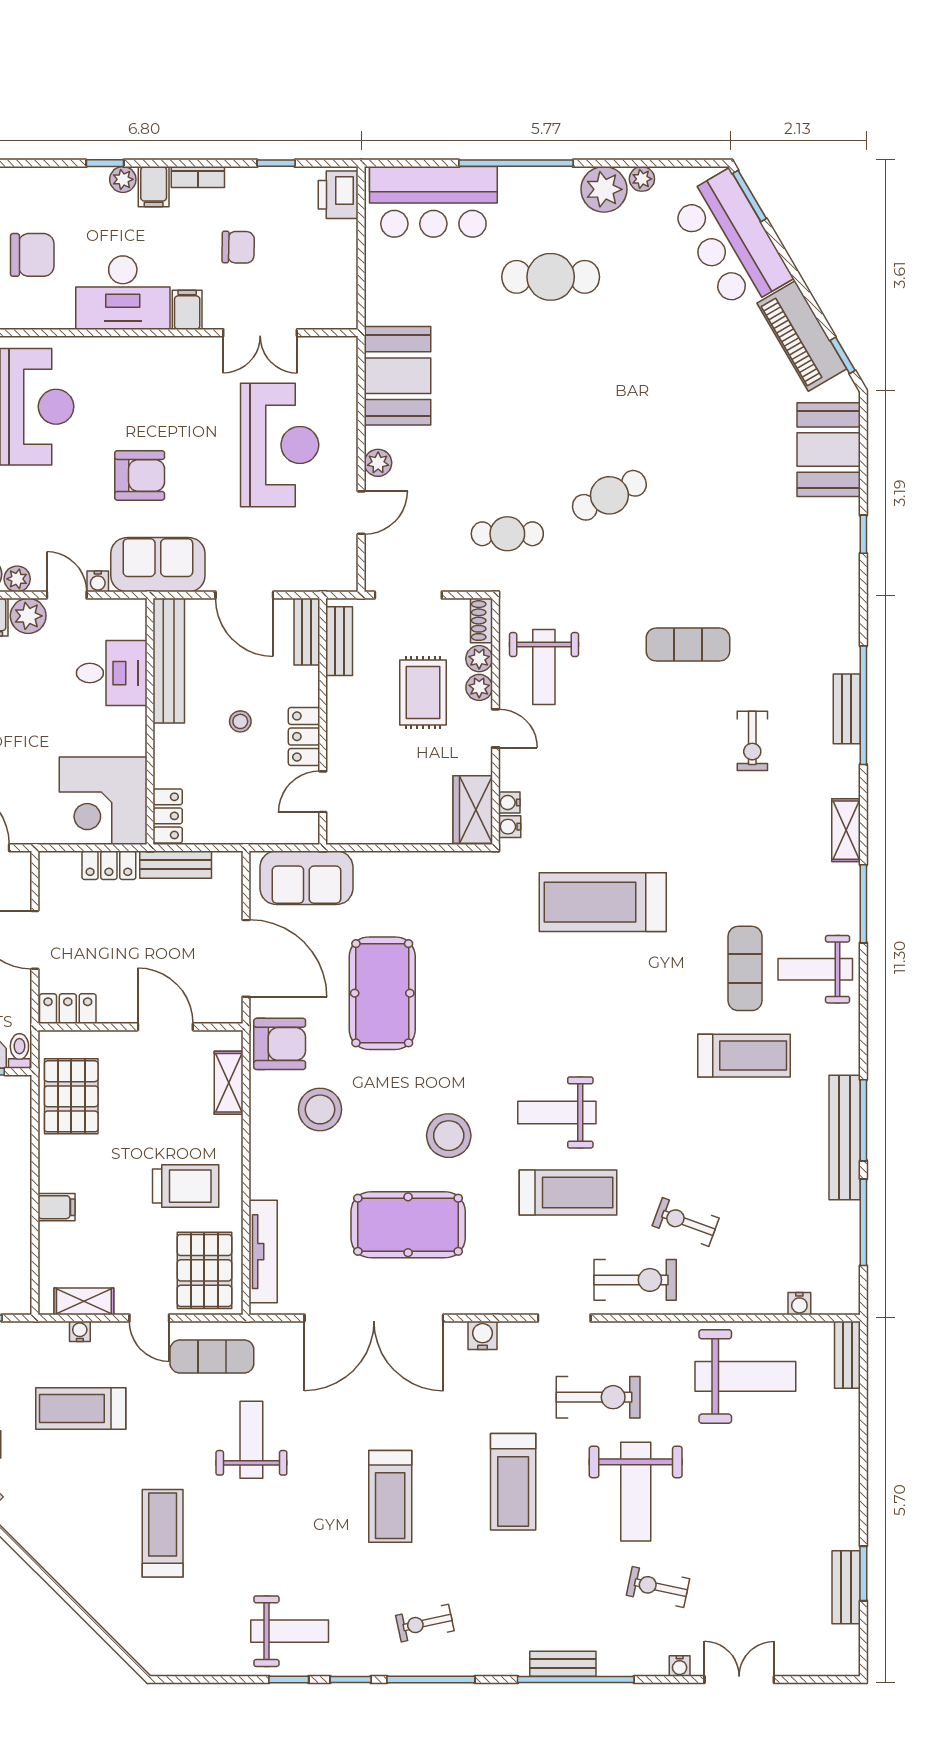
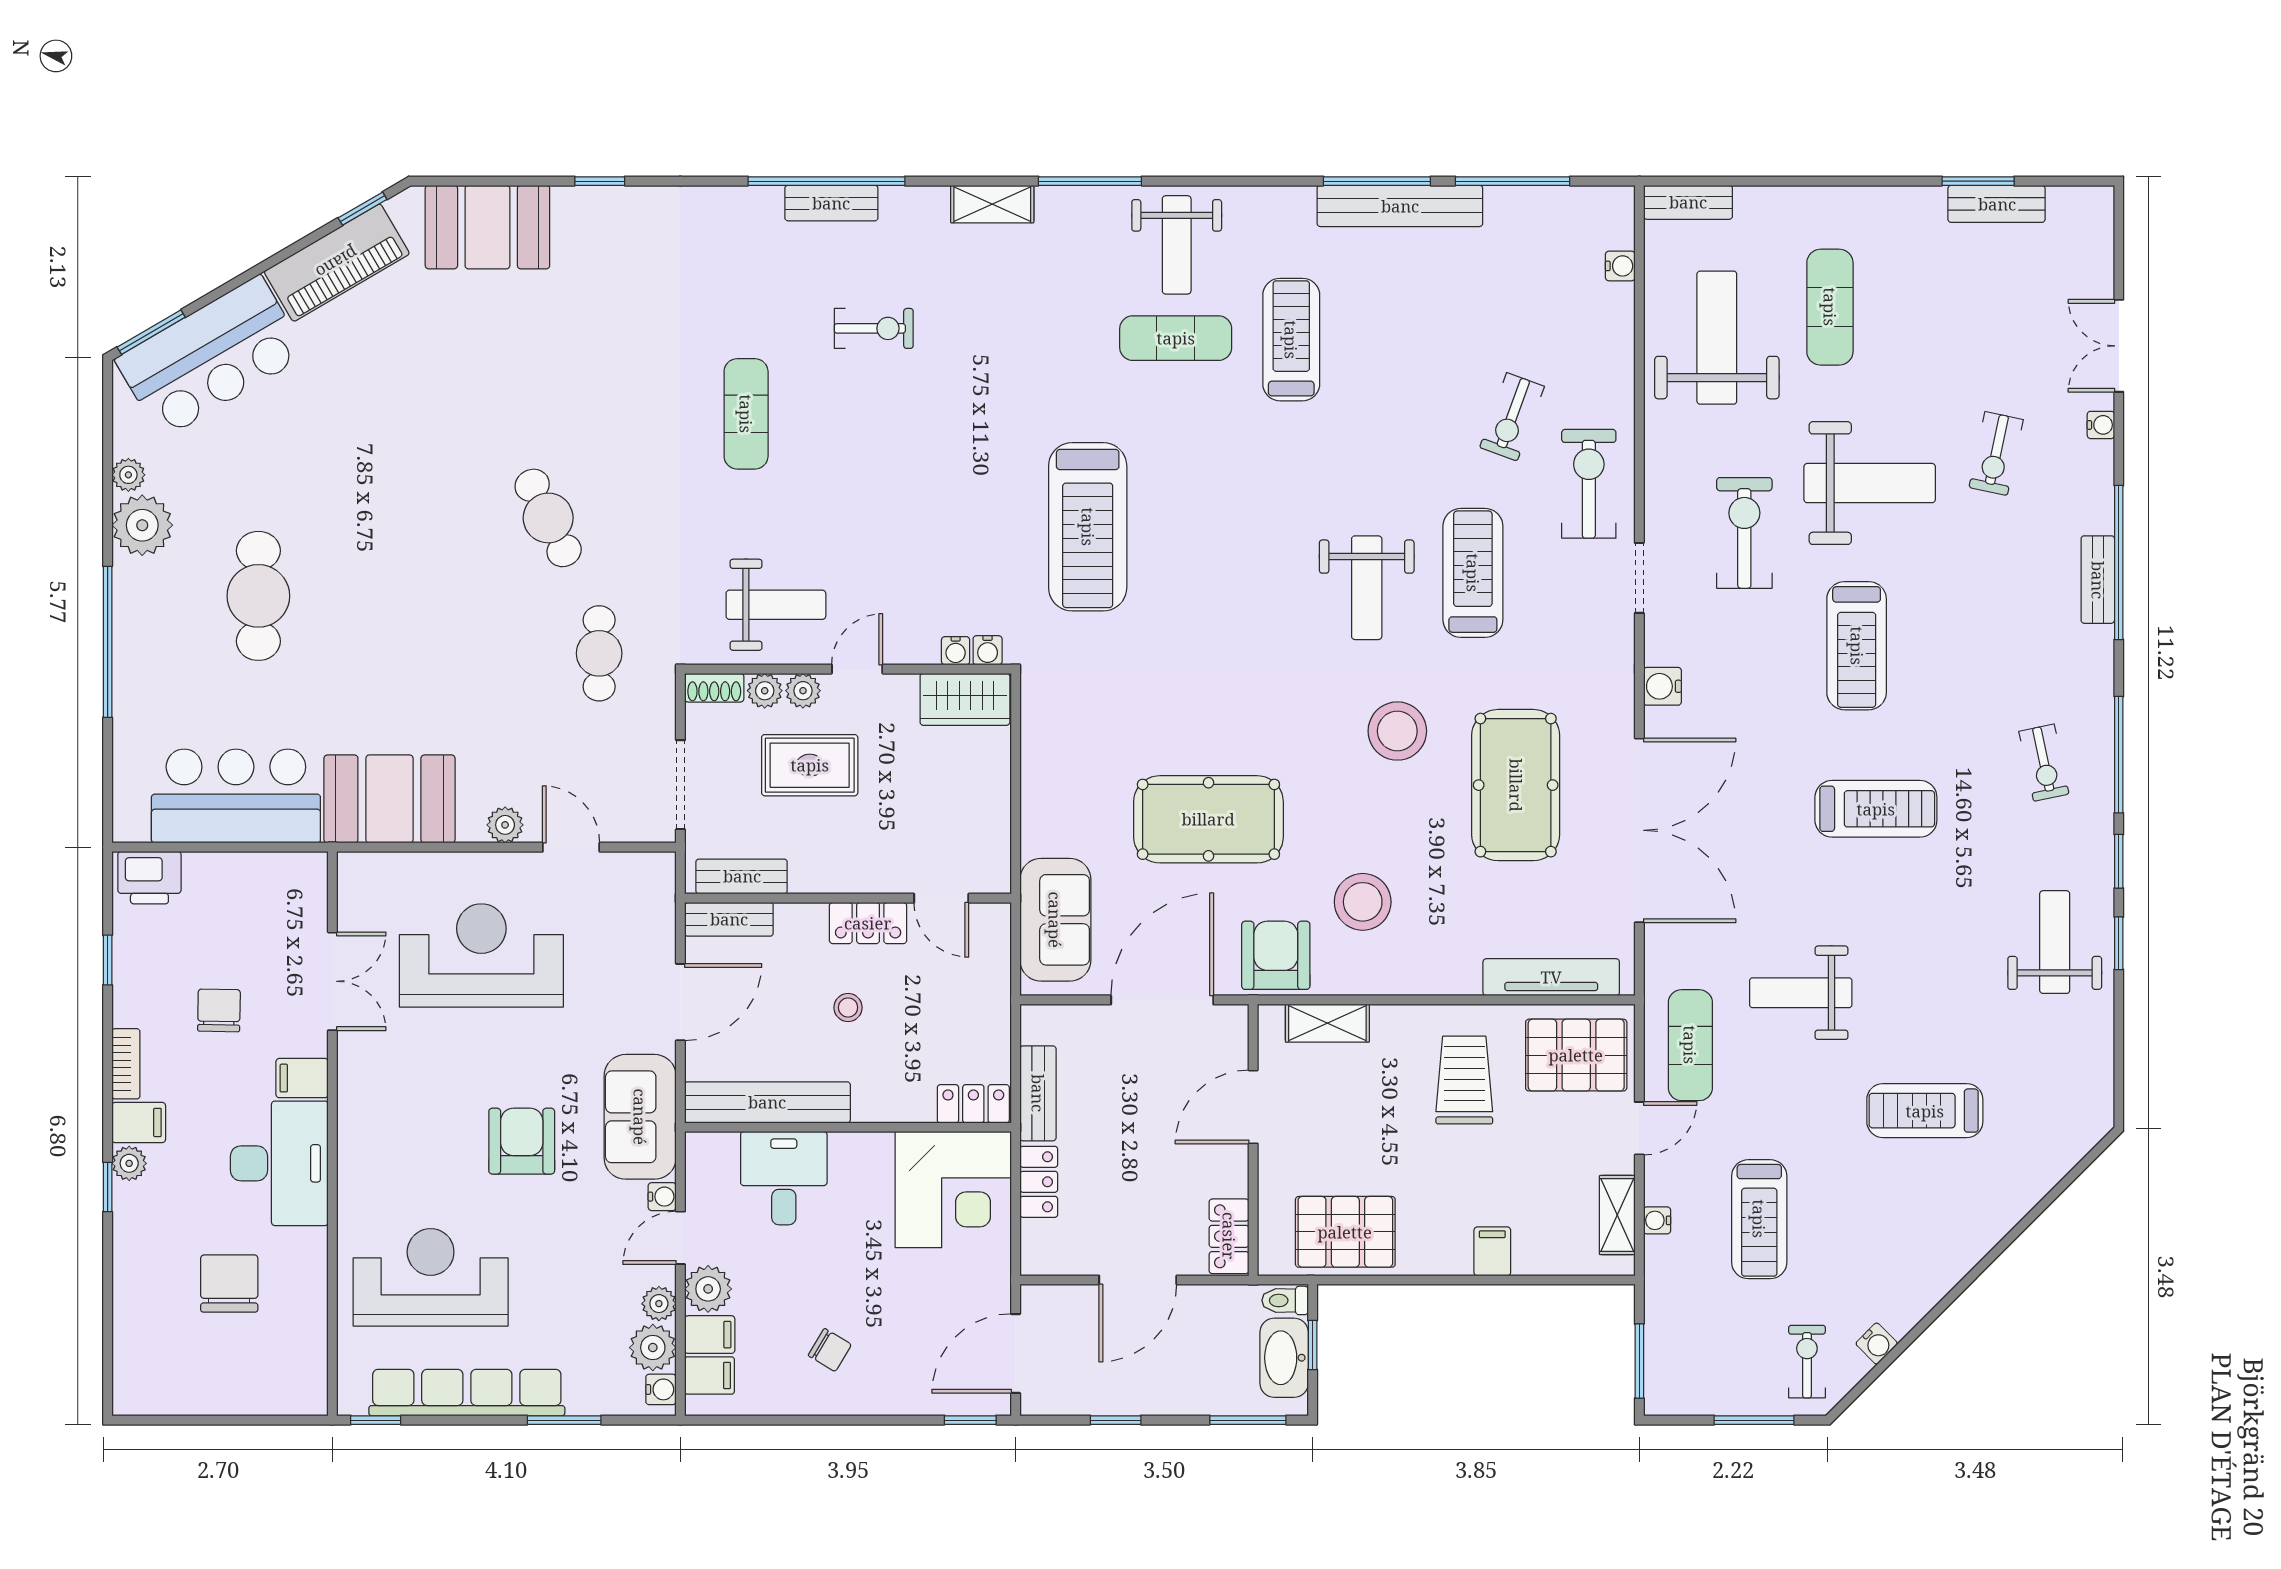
bar counter: (433, 202) -> (236, 796), moved, turned -90
exercise mat: (768, 1462) -> (1830, 307), added
treadmill: (513, 1482) -> (1857, 646), turned 90

